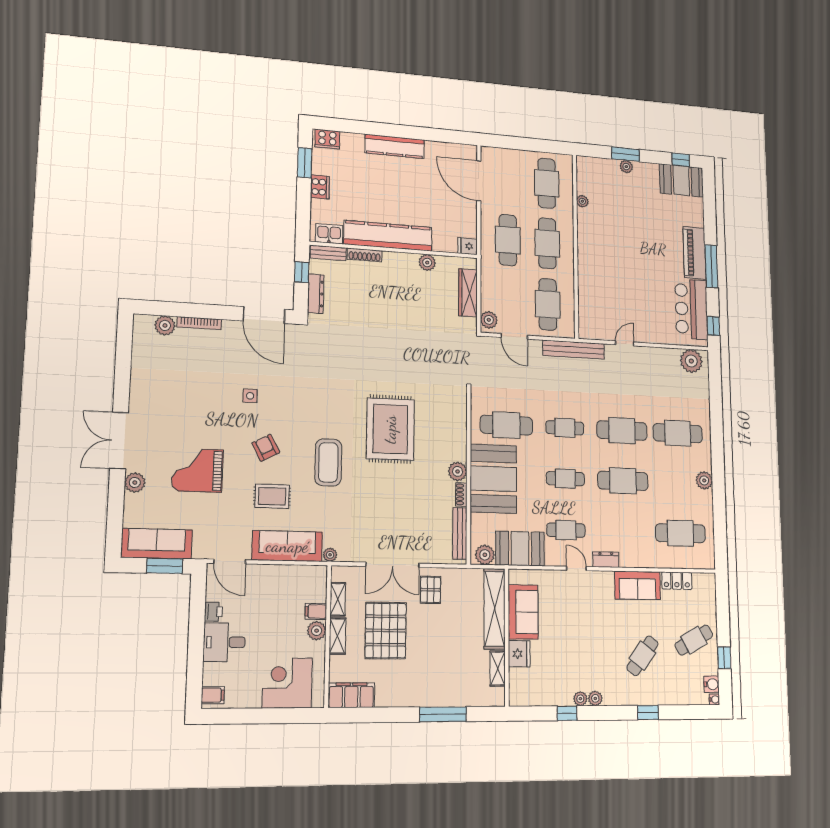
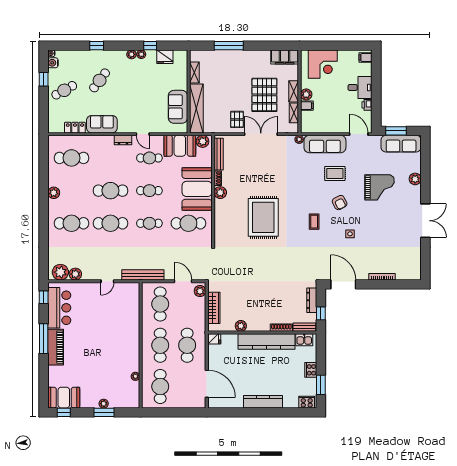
plant: (165, 325) -> (75, 274), moved
double door: (119, 440) -> (425, 221), moved
coffee table: (328, 462) -> (314, 222), moved, width x0.54, depth x0.58
fridge: (519, 654) -> (165, 57), moved, turned -90

